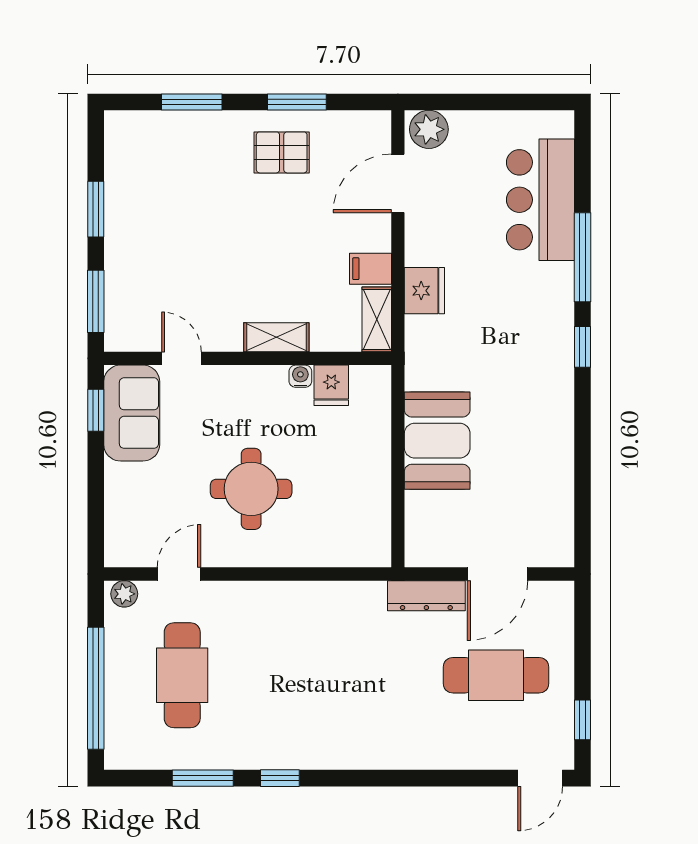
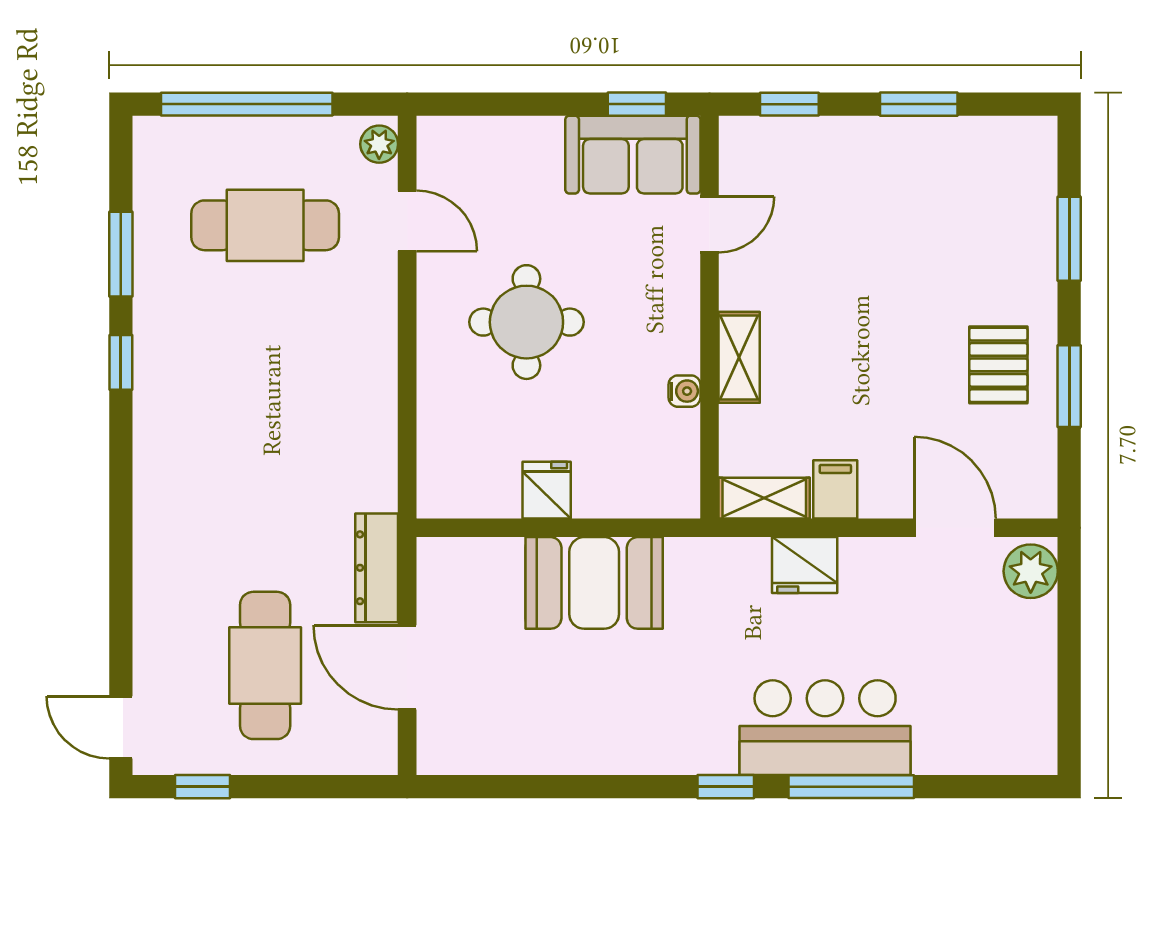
bar counter: (540, 200) -> (825, 728), moved
window: (96, 301) -> (789, 104), width x0.67
fridge: (331, 385) -> (547, 490), moved, turned 90

